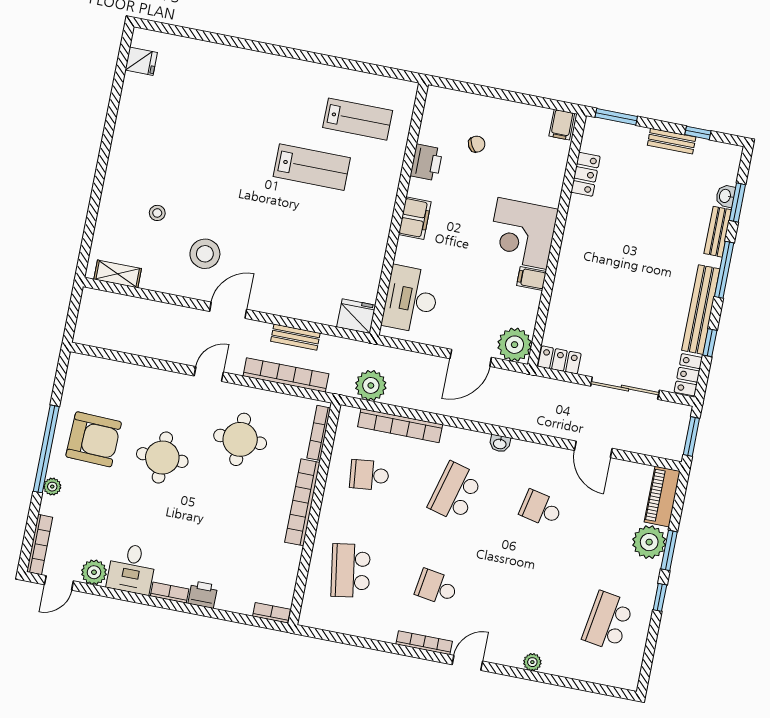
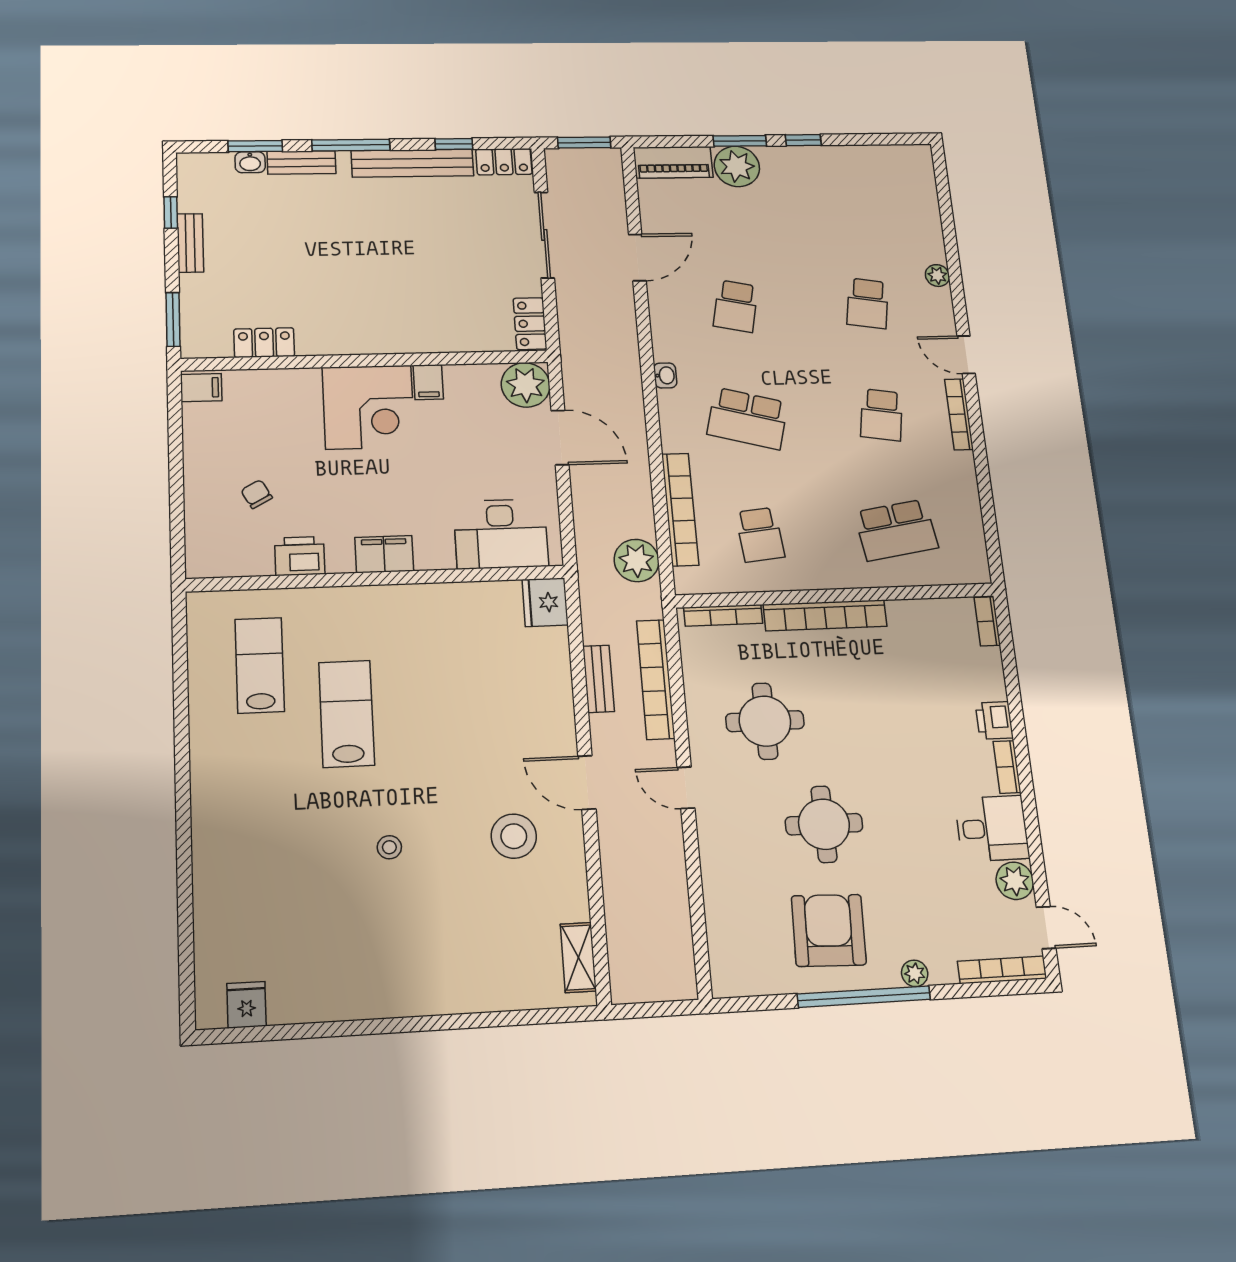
stool: (157, 213) -> (389, 847), moved
school desk: (608, 621) -> (867, 303), moved, width x0.54

